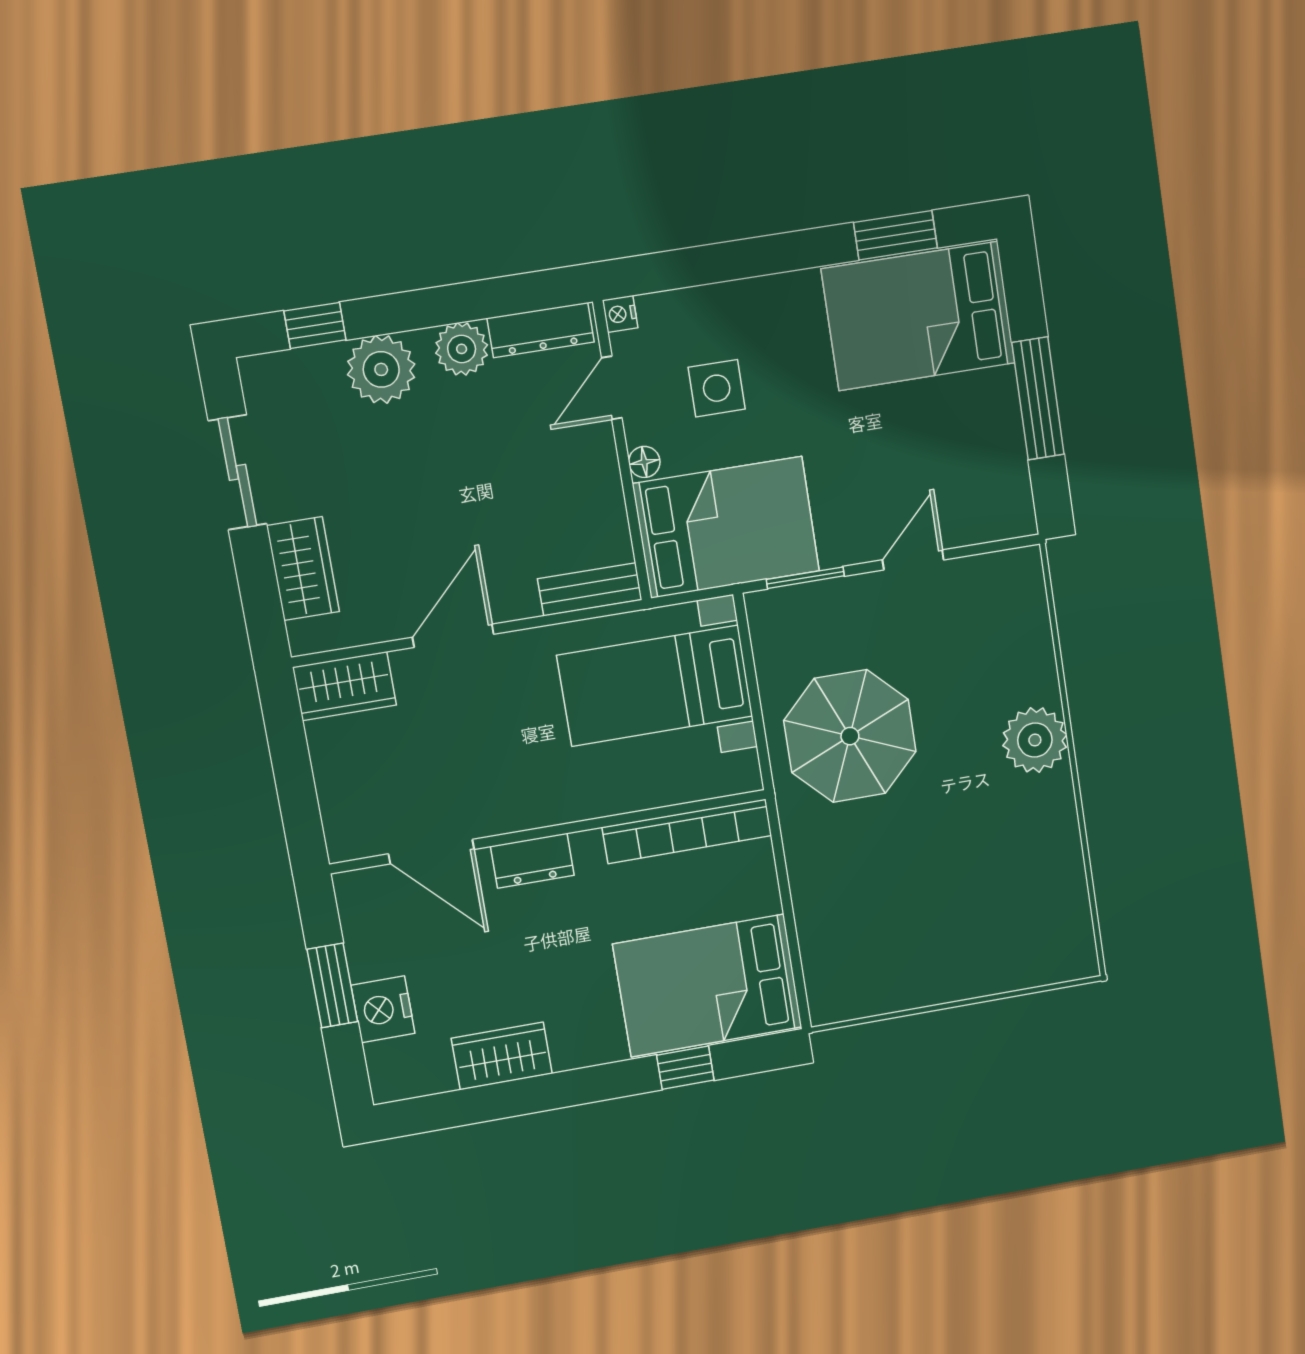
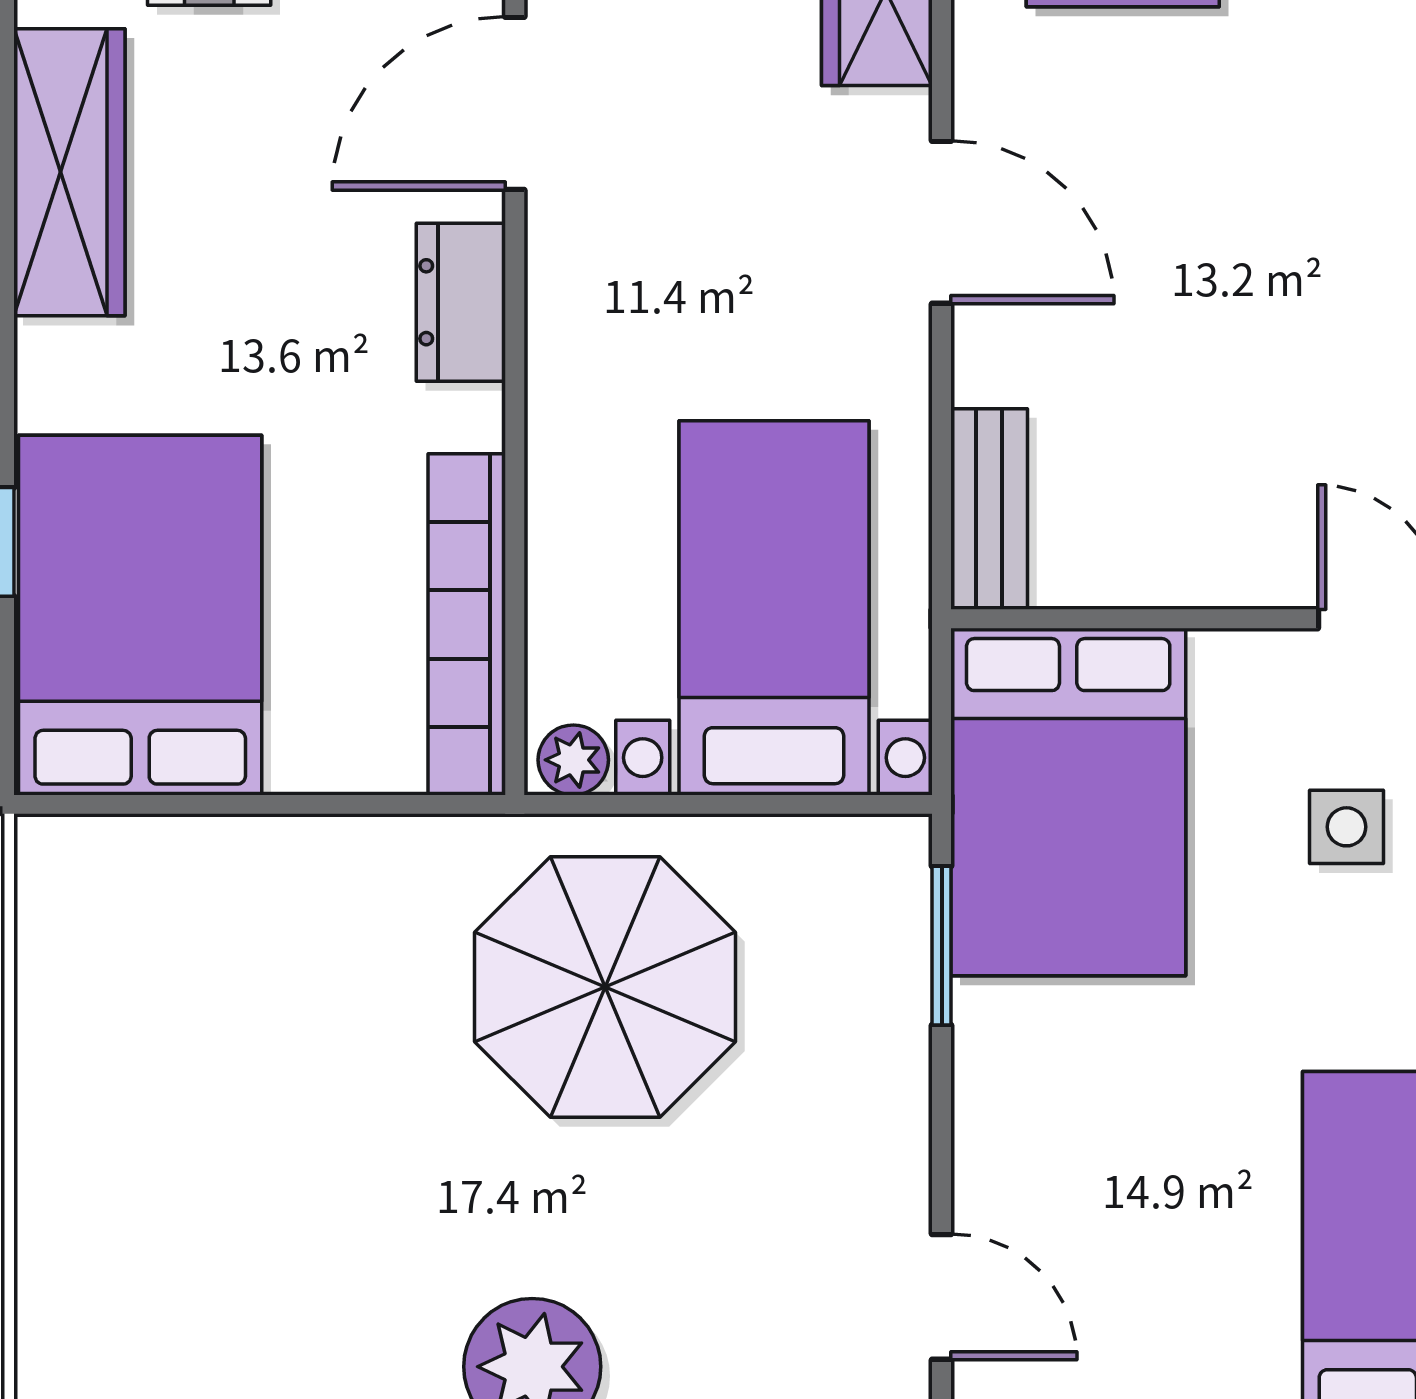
side table: (717, 388) -> (1347, 827), width x0.73, depth x0.73
floor lamp: (644, 462) -> (1224, 659), removed
door: (913, 560) -> (942, 1297), moved
plant: (744, 770) -> (573, 760), added
wardrobe: (502, 1056) -> (69, 172), width x1.50

